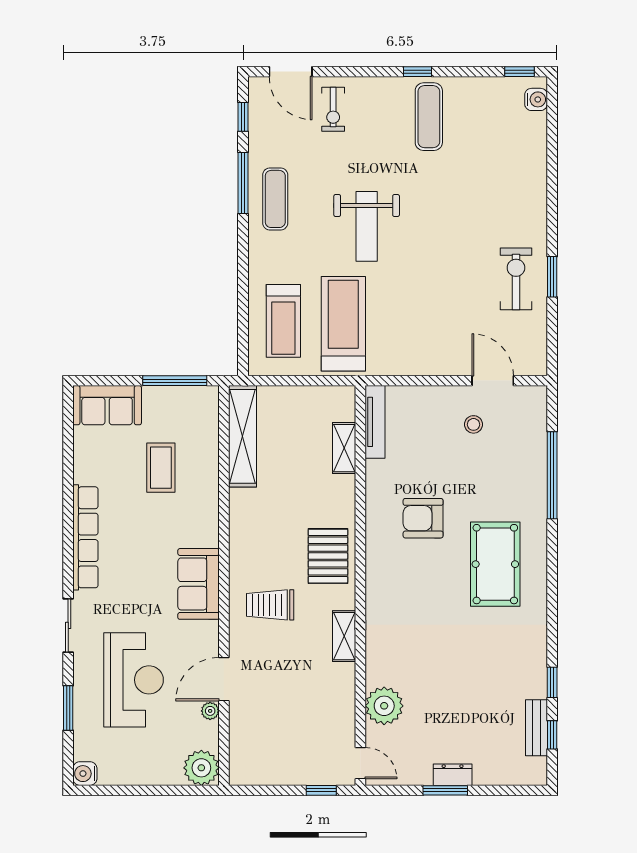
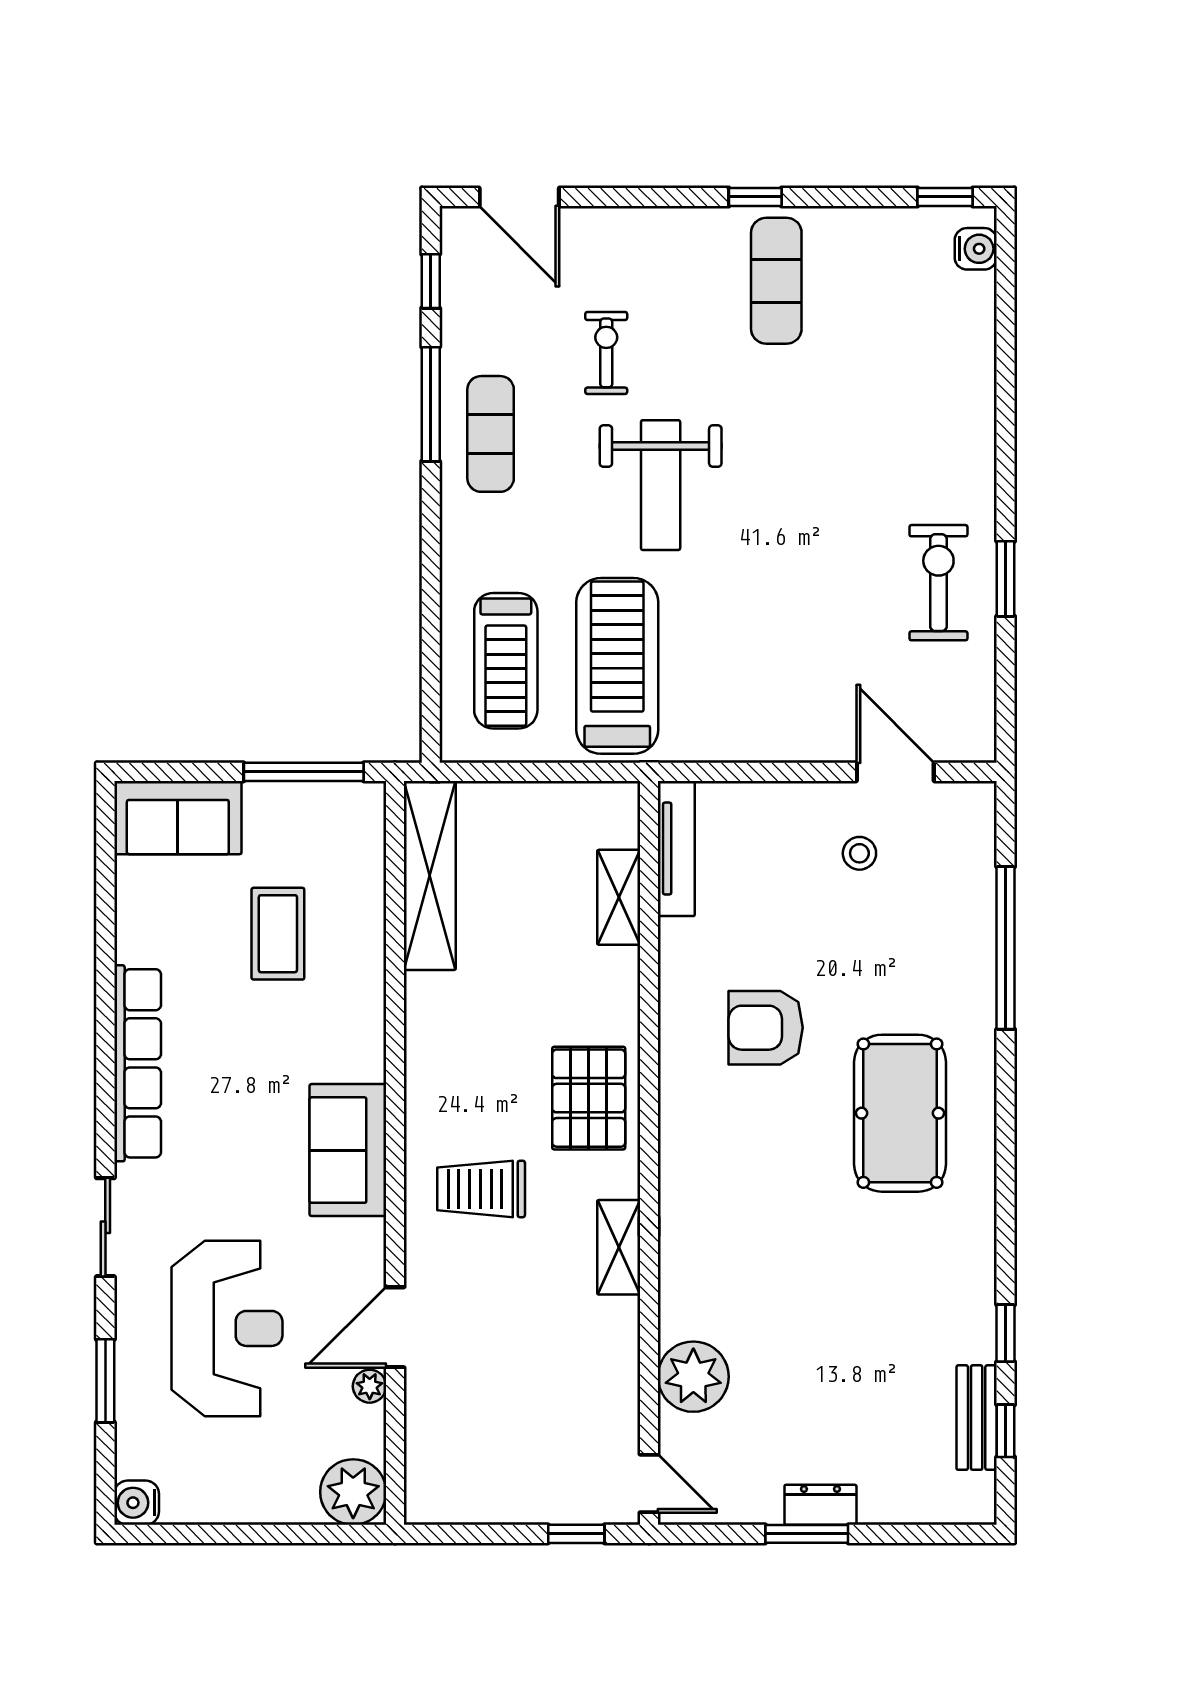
exercise bike: (333, 109) -> (606, 353), moved, turned 180

